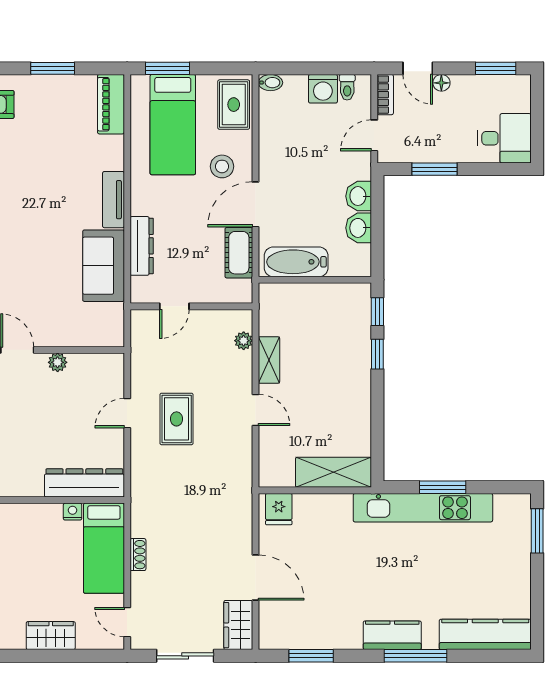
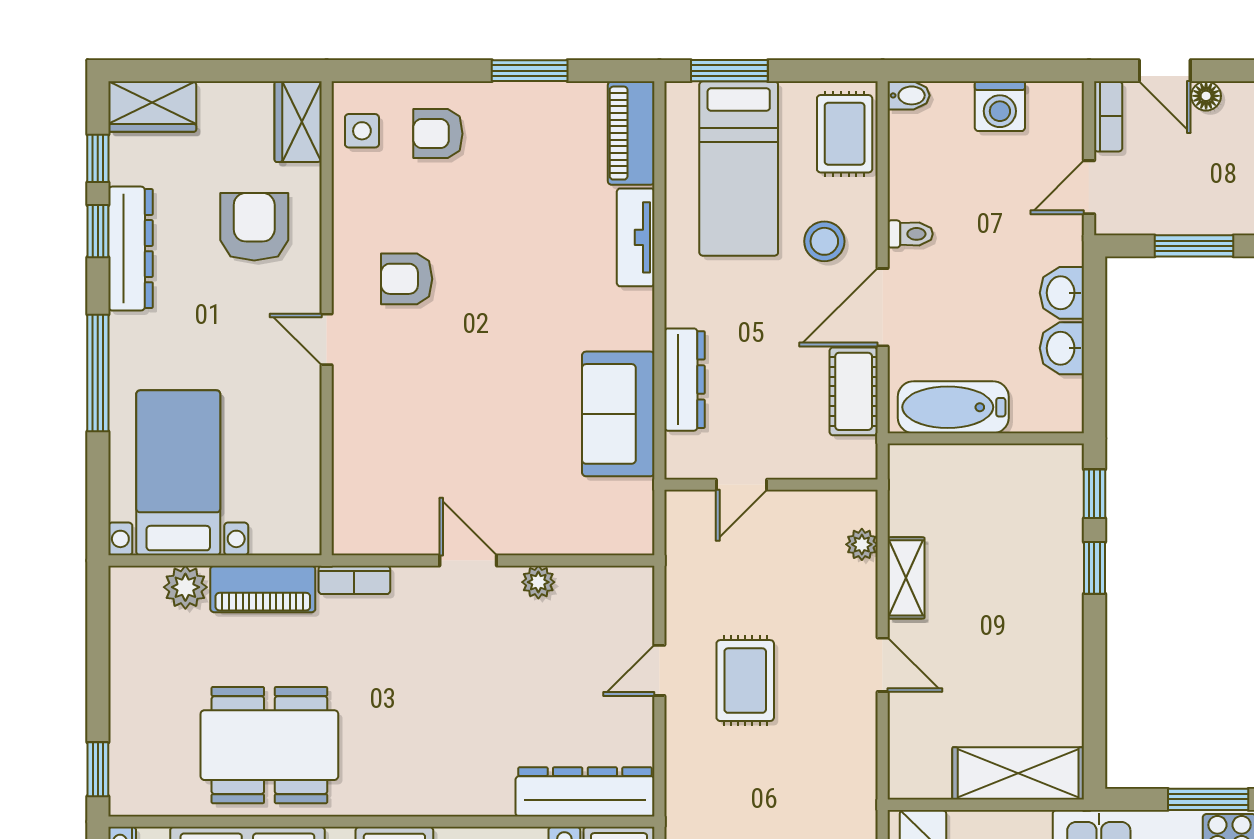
toilet: (347, 87) -> (910, 234), moved, turned -90
tv unit: (113, 200) -> (636, 237), moved

